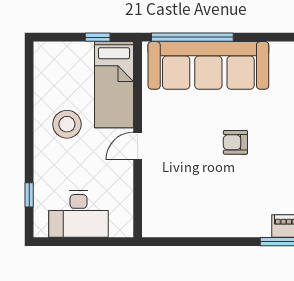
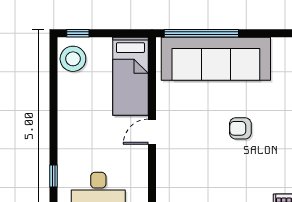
window: (98, 37) -> (78, 33), moved
stool: (67, 124) -> (73, 59), moved

